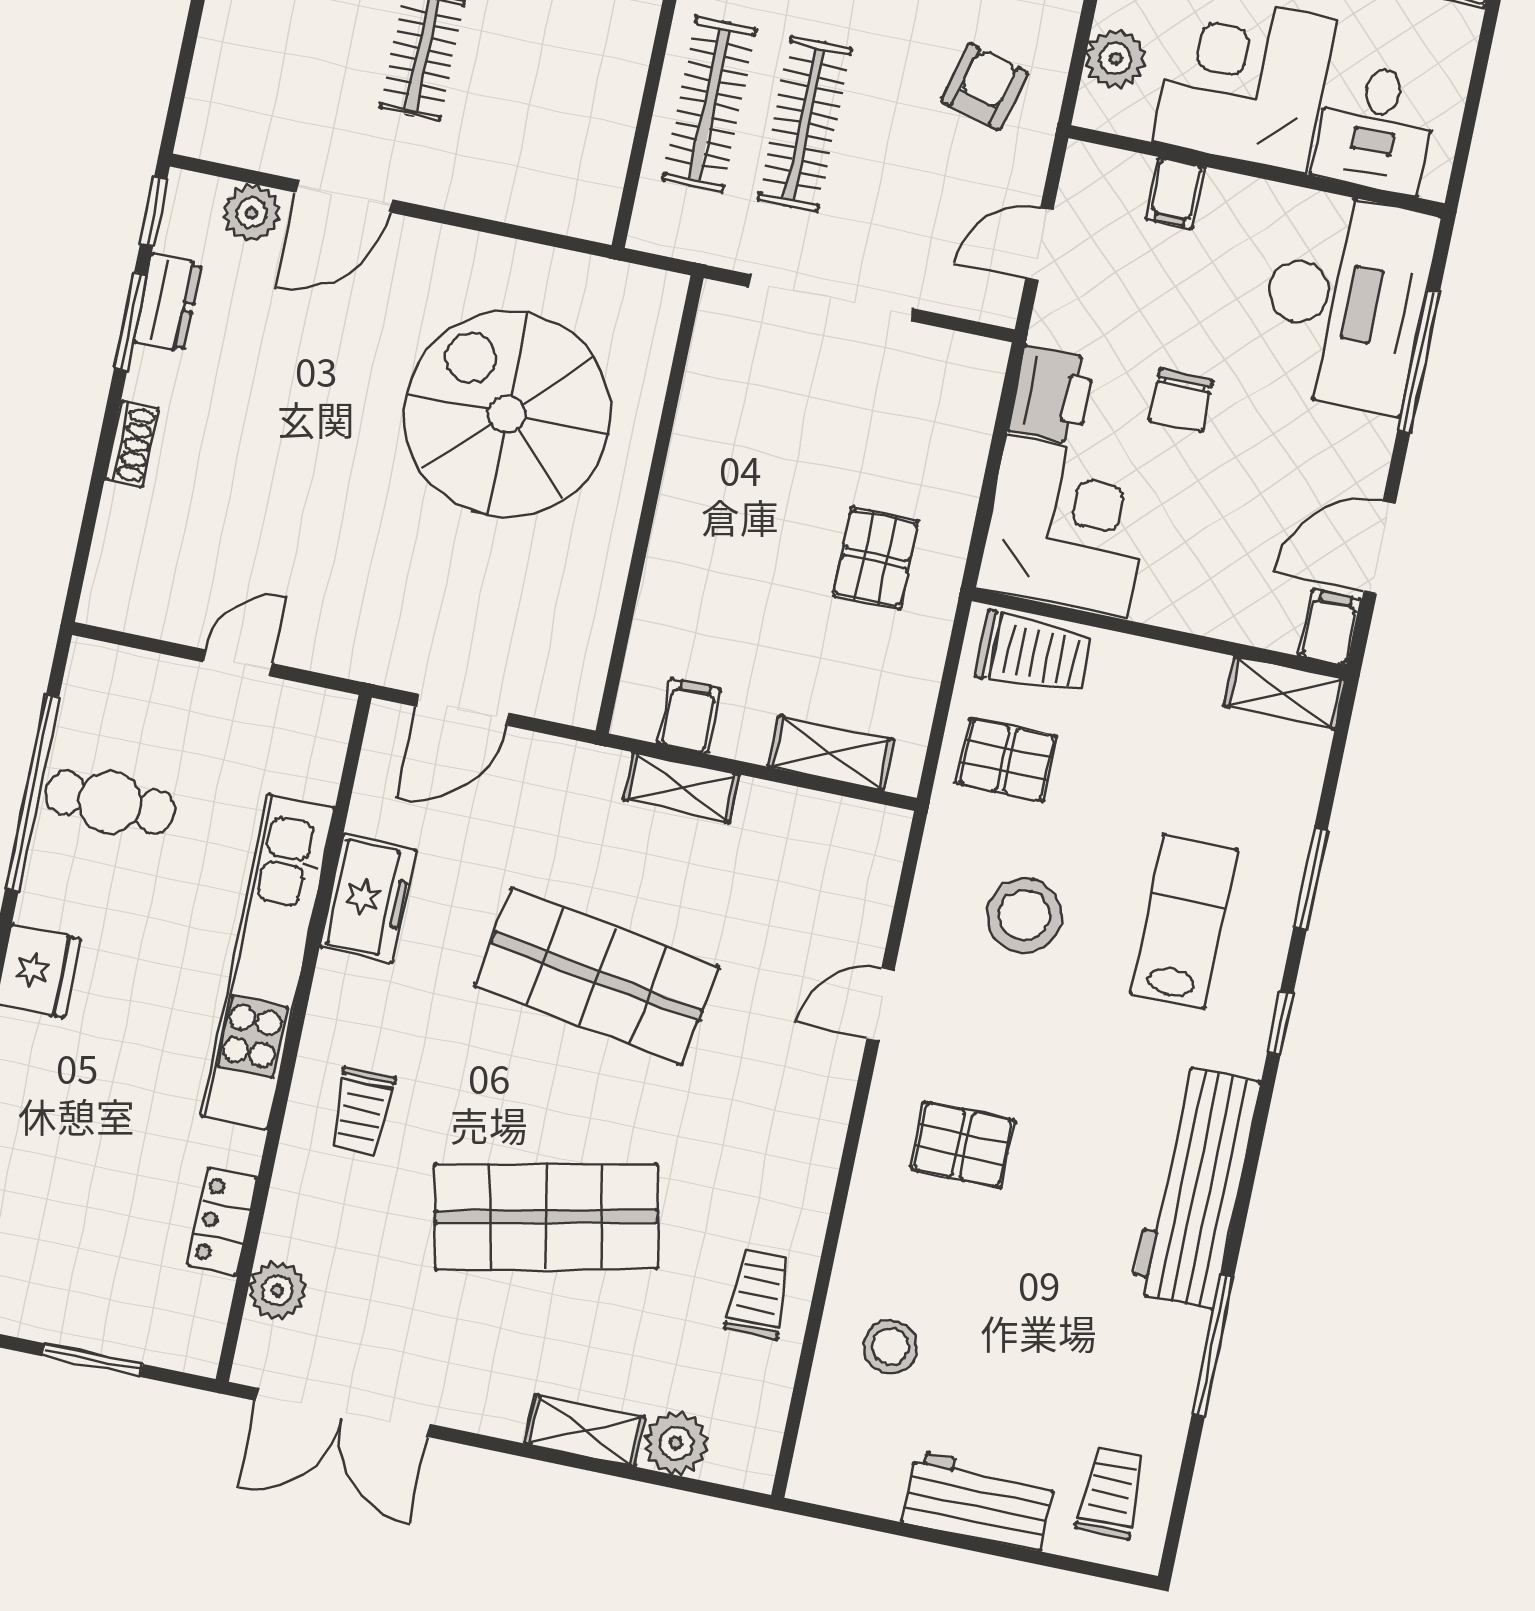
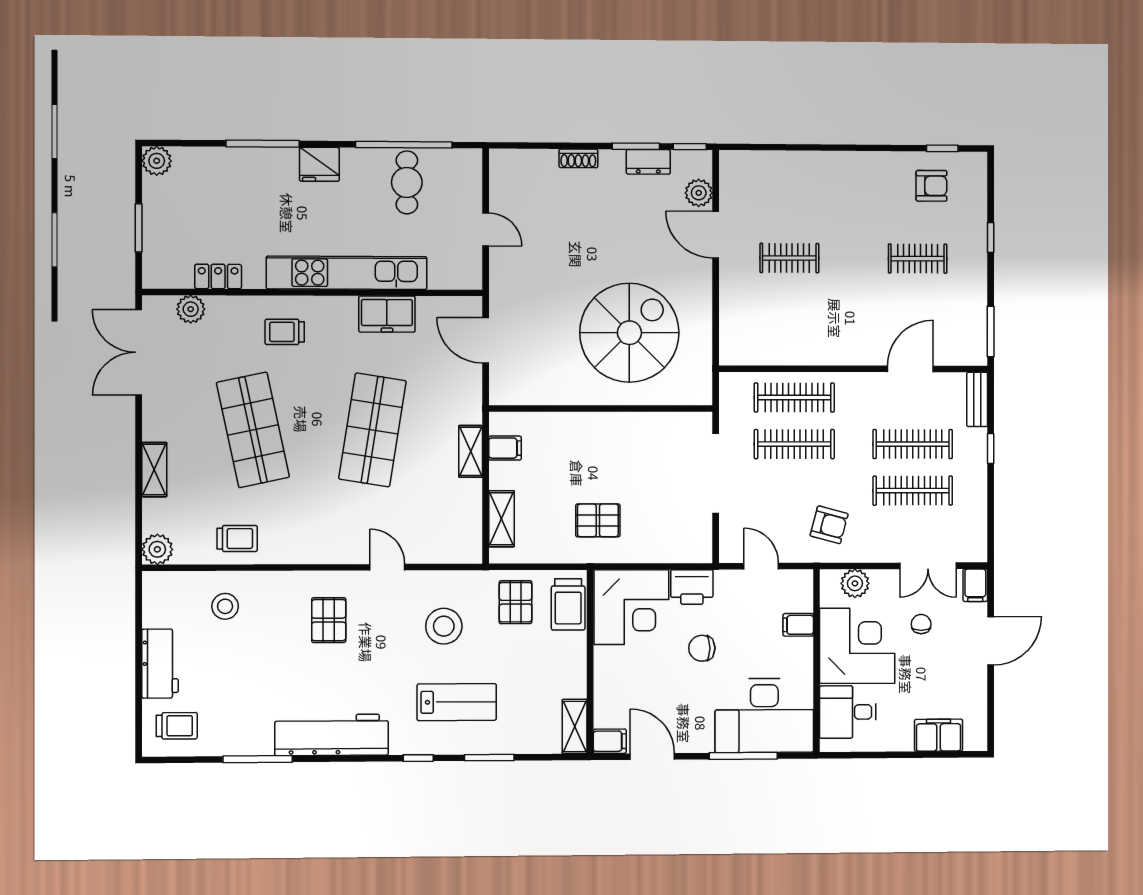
plant: (676, 1443) -> (157, 549), moved

